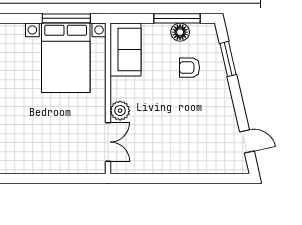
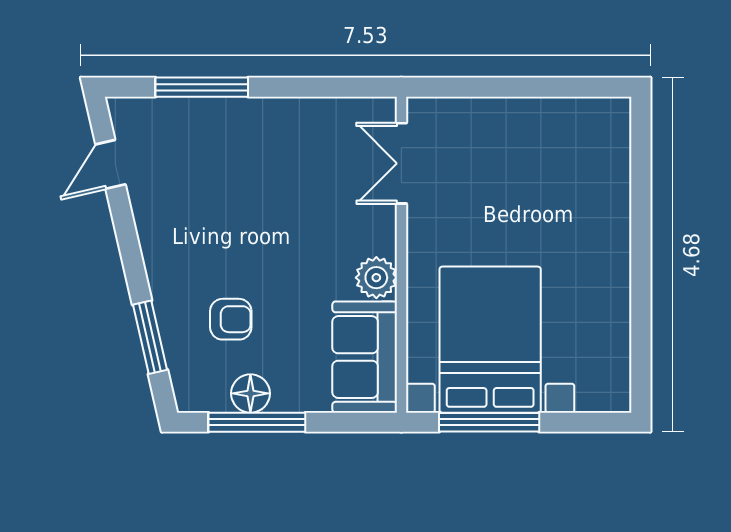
plant: (120, 111) -> (376, 278), moved
door: (247, 141) -> (110, 164), hinge flipped
window: (203, 178) -> (202, 87), added

